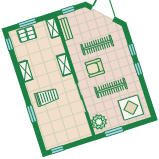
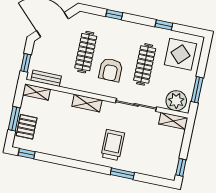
window: (138, 69) -> (164, 25), moved
shelving: (26, 71) -> (173, 121), moved

